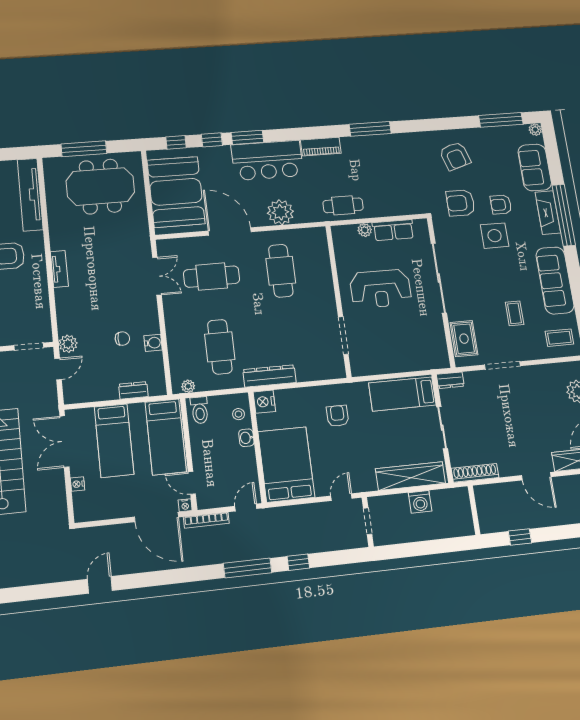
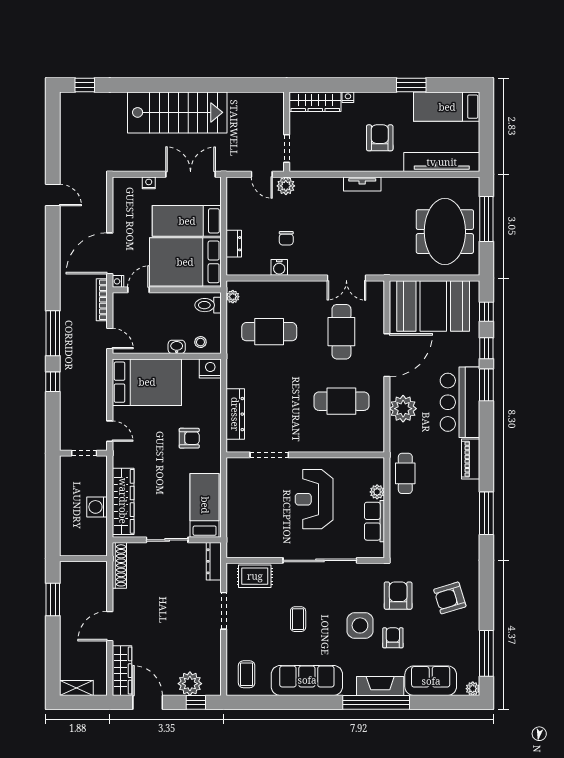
coffee table: (515, 313) -> (298, 619), moved, turned 90
dresser: (270, 376) -> (235, 414), moved
dresser: (450, 380) -> (214, 561), width x1.44
bed: (166, 437) -> (185, 262), width x1.50
window: (520, 537) -> (53, 600), width x1.50

